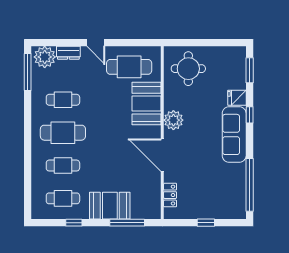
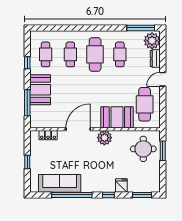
window: (191, 43) -> (163, 151), added
sofa: (234, 134) -> (60, 183), moved
window: (250, 185) -> (72, 195), moved

